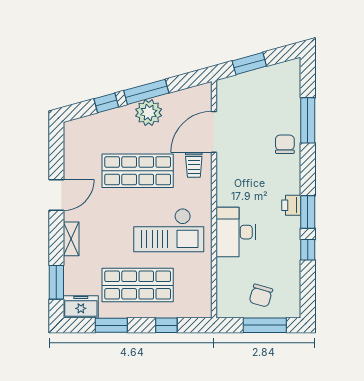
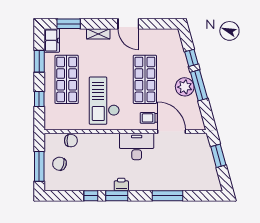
window: (308, 120) -> (168, 196), moved
chair: (285, 144) -> (71, 141), moved
desk: (236, 232) -> (137, 146), moved

